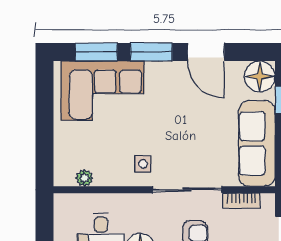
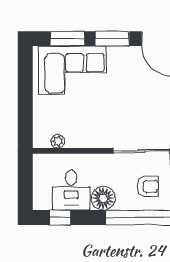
side table: (143, 164) -> (105, 130), removed

